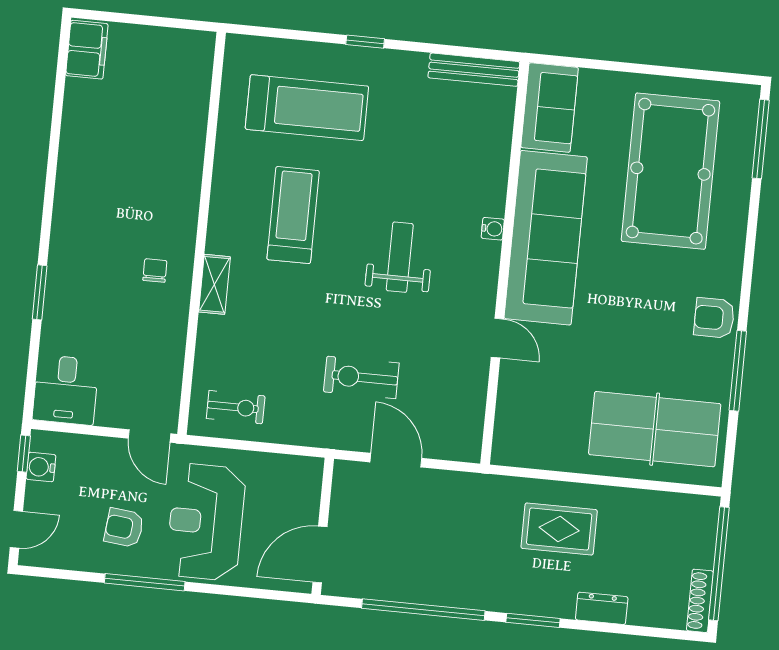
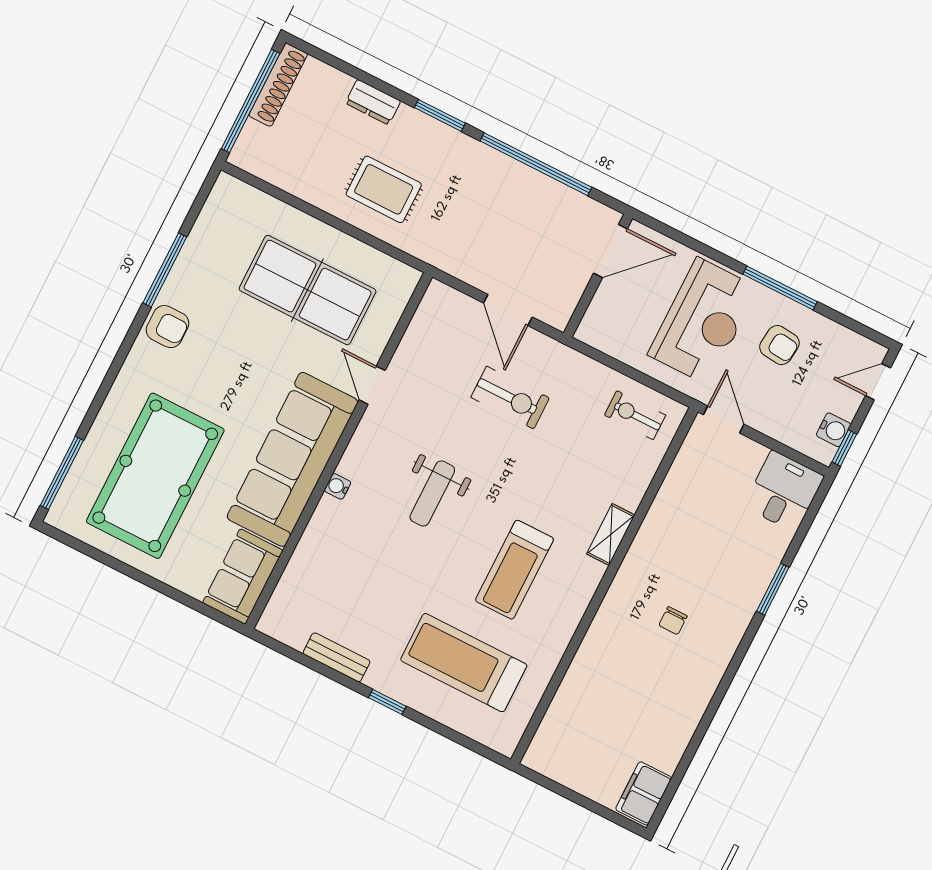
bench: (474, 70) -> (337, 657), moved, width x0.73
chair: (155, 270) -> (673, 621), moved
table tennis table: (655, 429) -> (308, 290), moved
shoe rack: (700, 601) -> (278, 85), width x1.36, depth x1.24

